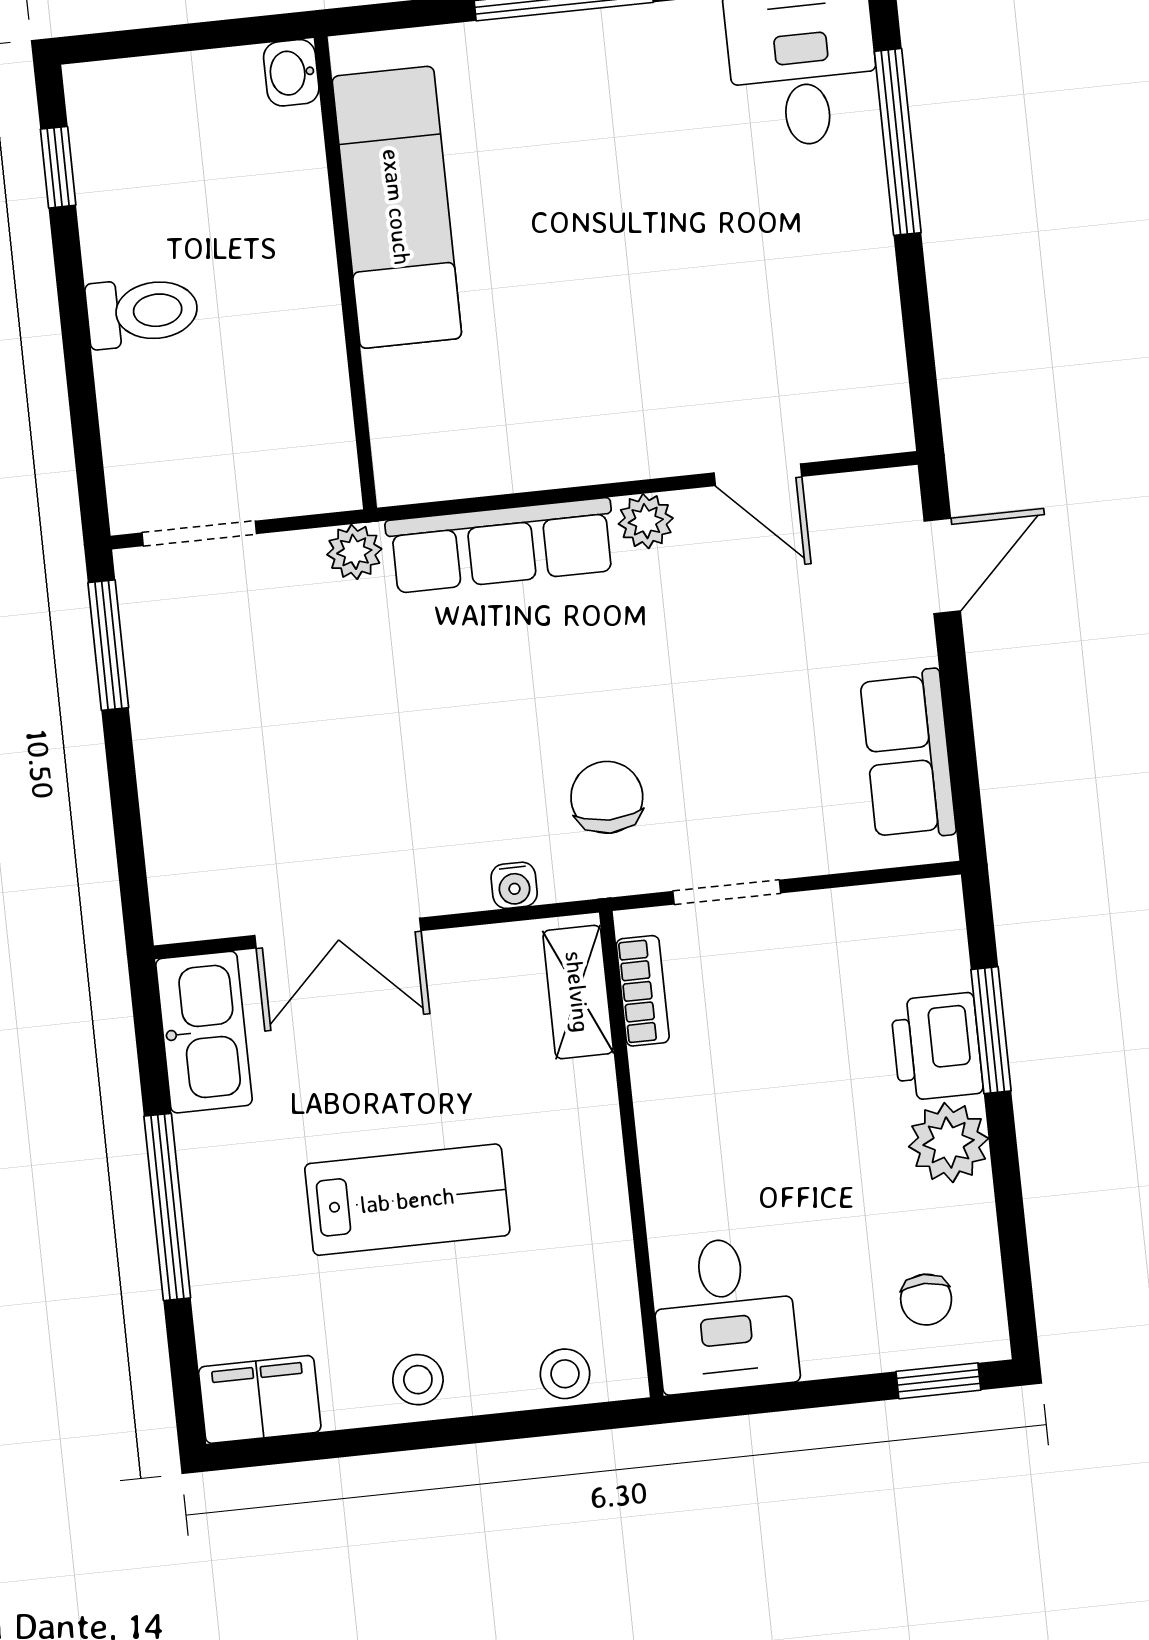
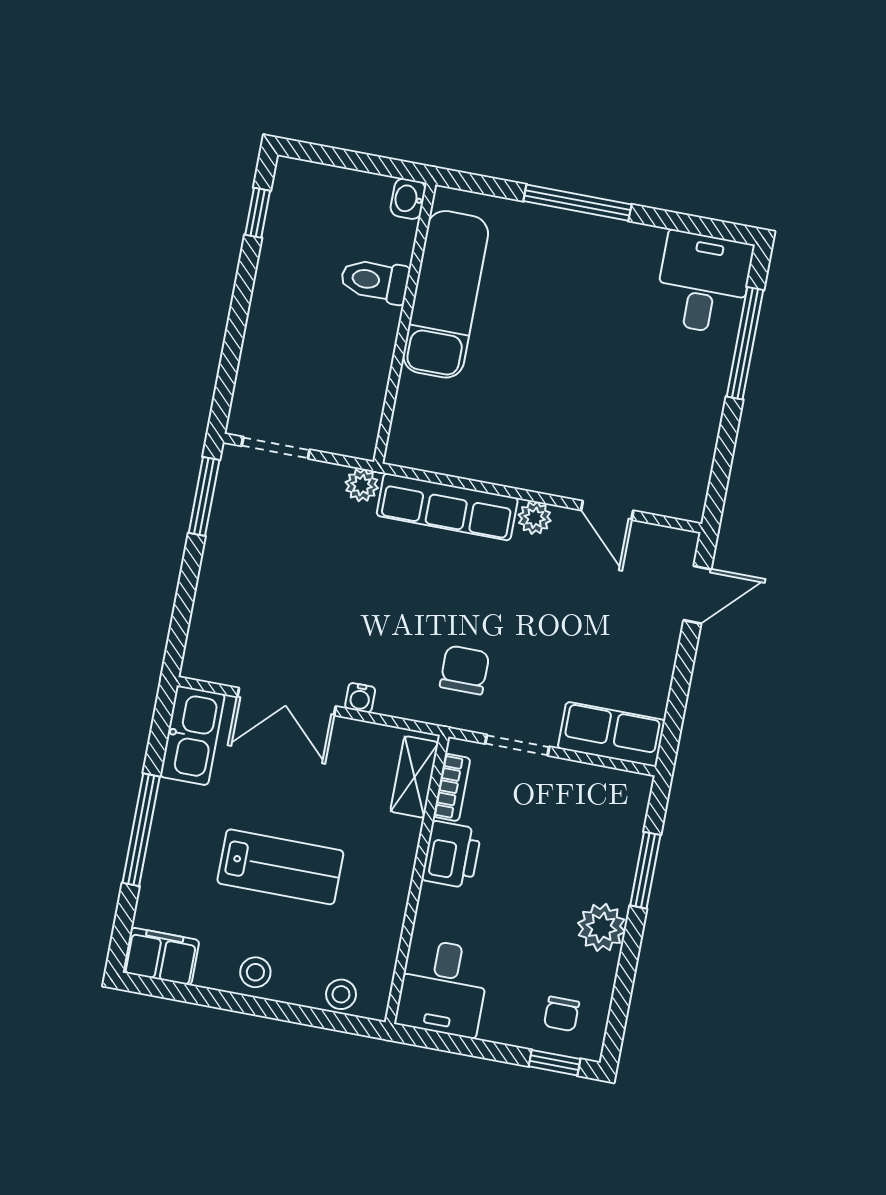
toilet: (142, 312) -> (375, 281), moved, turned 180
row of seats: (908, 755) -> (611, 734), moved, turned 90
water cooler: (514, 885) -> (360, 698), moved
printer: (937, 1047) -> (452, 855), moved, turned 180

